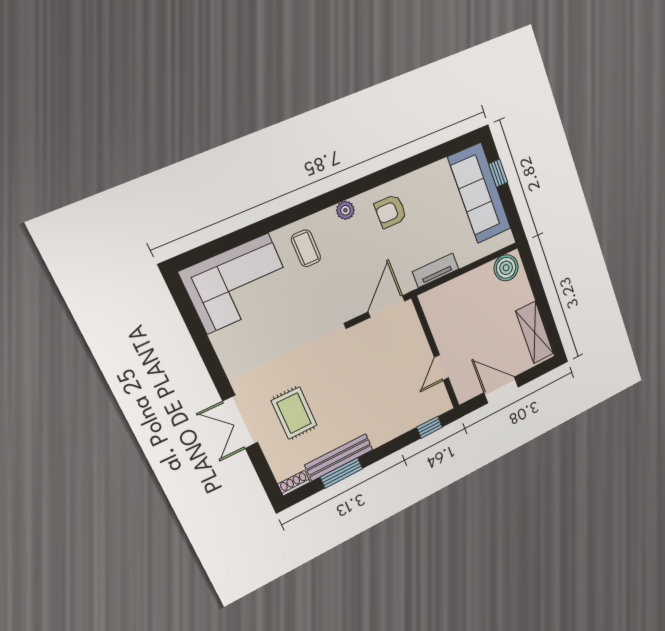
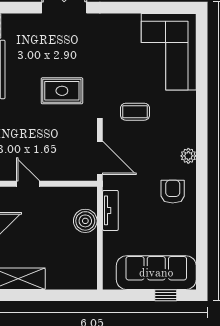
coffee table: (306, 248) -> (135, 112), moved
boiler: (506, 268) -> (85, 221), moved
rug: (294, 413) -> (62, 91), moved

